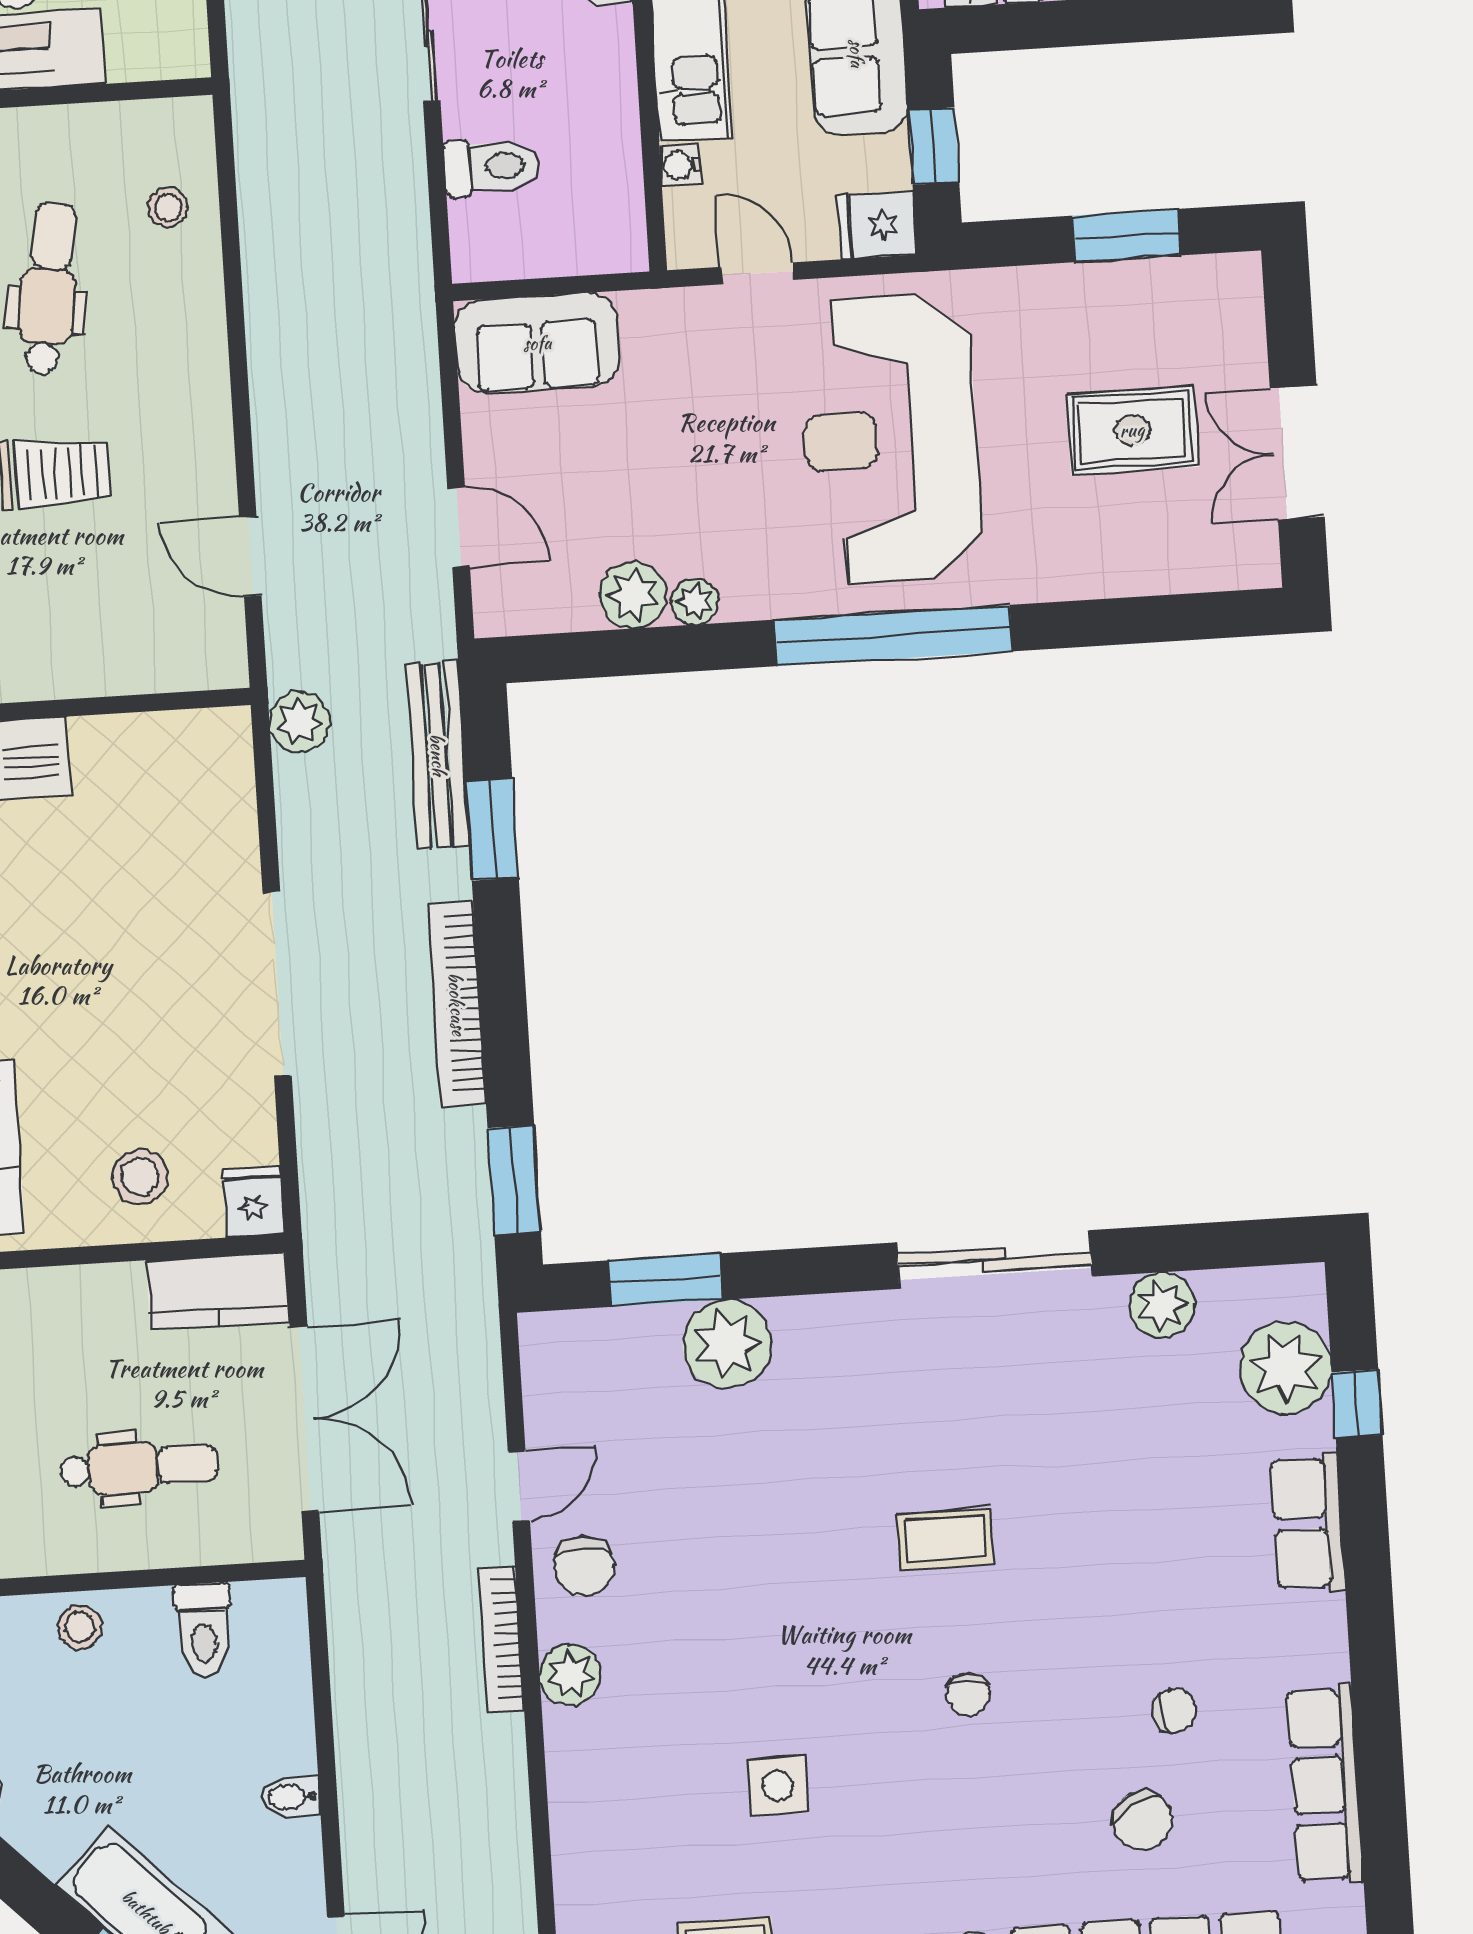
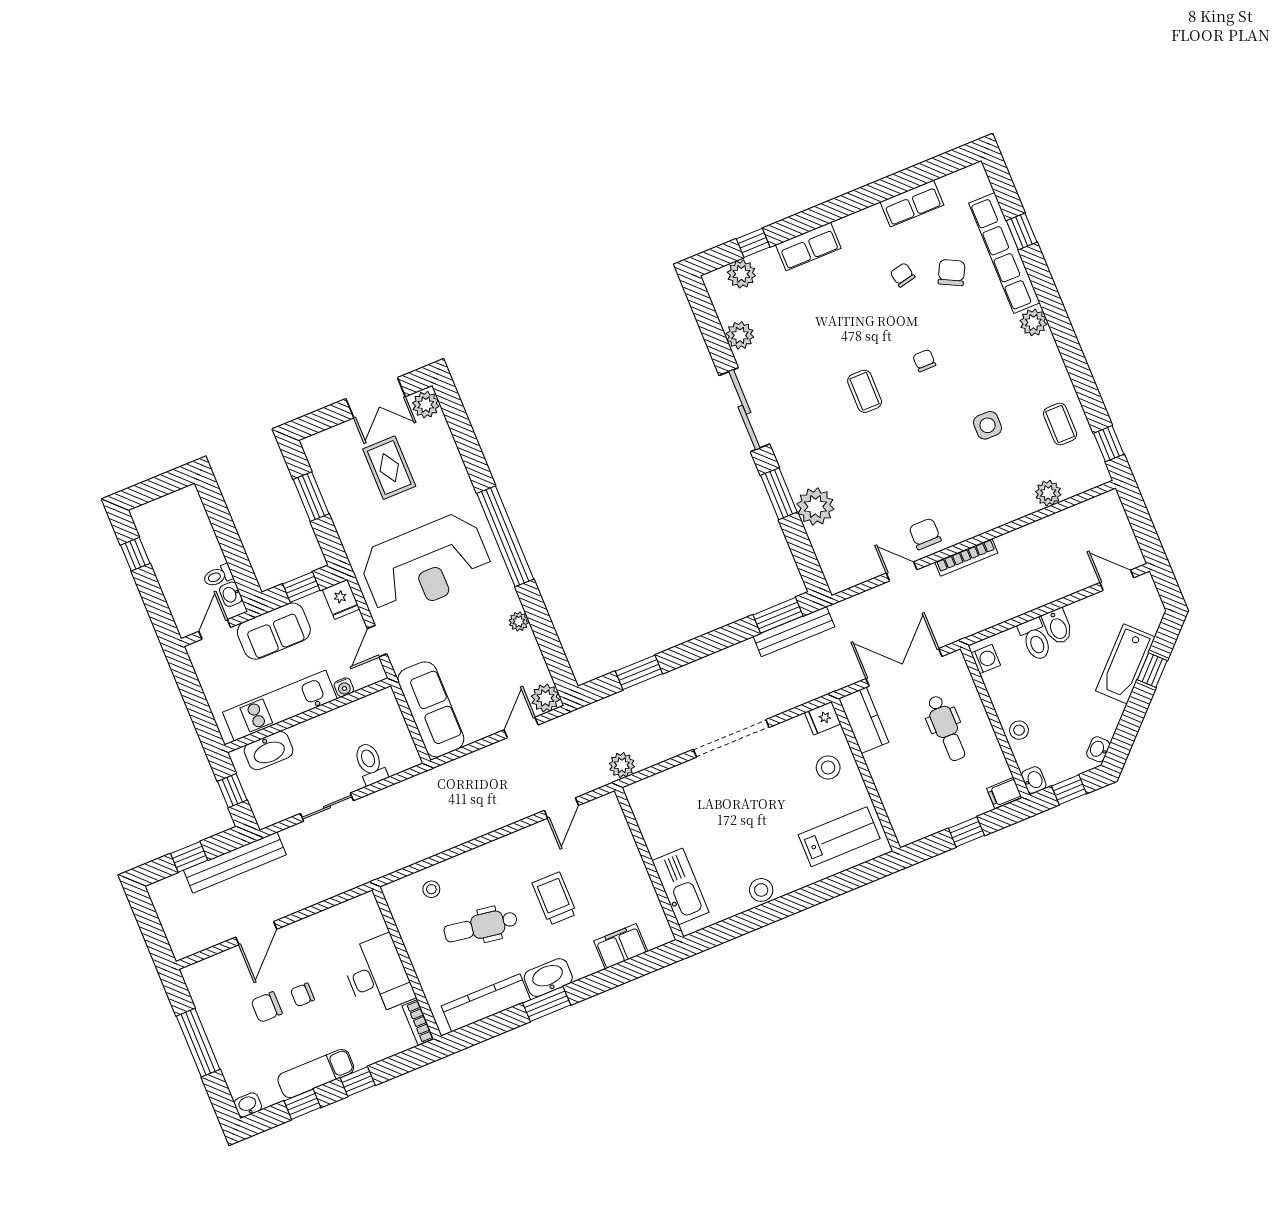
sofa: (537, 343) -> (431, 709), width x1.36
plant: (1244, 558) -> (426, 405), added
plant: (633, 595) -> (545, 698), moved
bench: (438, 755) -> (794, 632), moved
bookcase: (457, 1004) -> (715, 663), removed
window: (665, 1280) -> (779, 494), moved
plant: (1286, 1368) -> (741, 274), width x0.73, depth x0.73
dental chair: (139, 1467) -> (946, 728), turned 180
chair: (584, 1566) -> (925, 534), turned -90
washing machine: (262, 1607) -> (986, 659), added
toilet: (204, 1630) -> (1035, 639), moved, turned 90
plant: (570, 1675) -> (1048, 493), moved
chair: (968, 1694) -> (924, 361), turned -90
row of seats: (1325, 1785) -> (912, 203), width x0.68
bidet: (291, 1797) -> (1058, 626), width x1.38, depth x1.36
chair: (1143, 1820) -> (951, 273), turned -33

